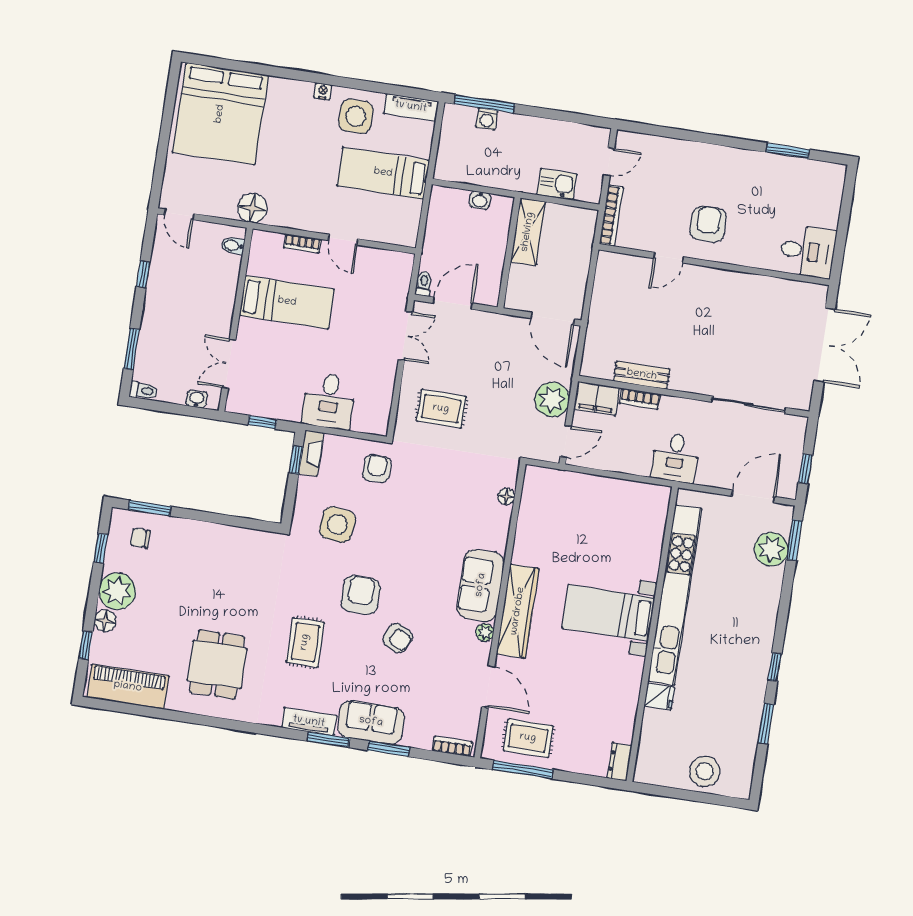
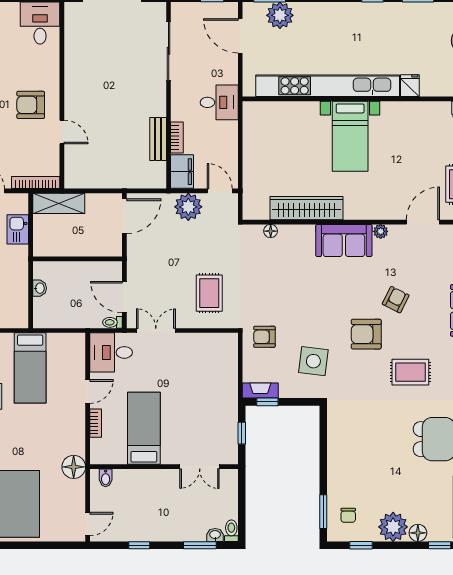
shelving: (528, 232) -> (59, 203), moved
washbasin: (197, 399) -> (215, 535), moved, turned 90
desk: (329, 401) -> (111, 352), moved, turned 180
wardrobe: (518, 611) -> (307, 208), moved

